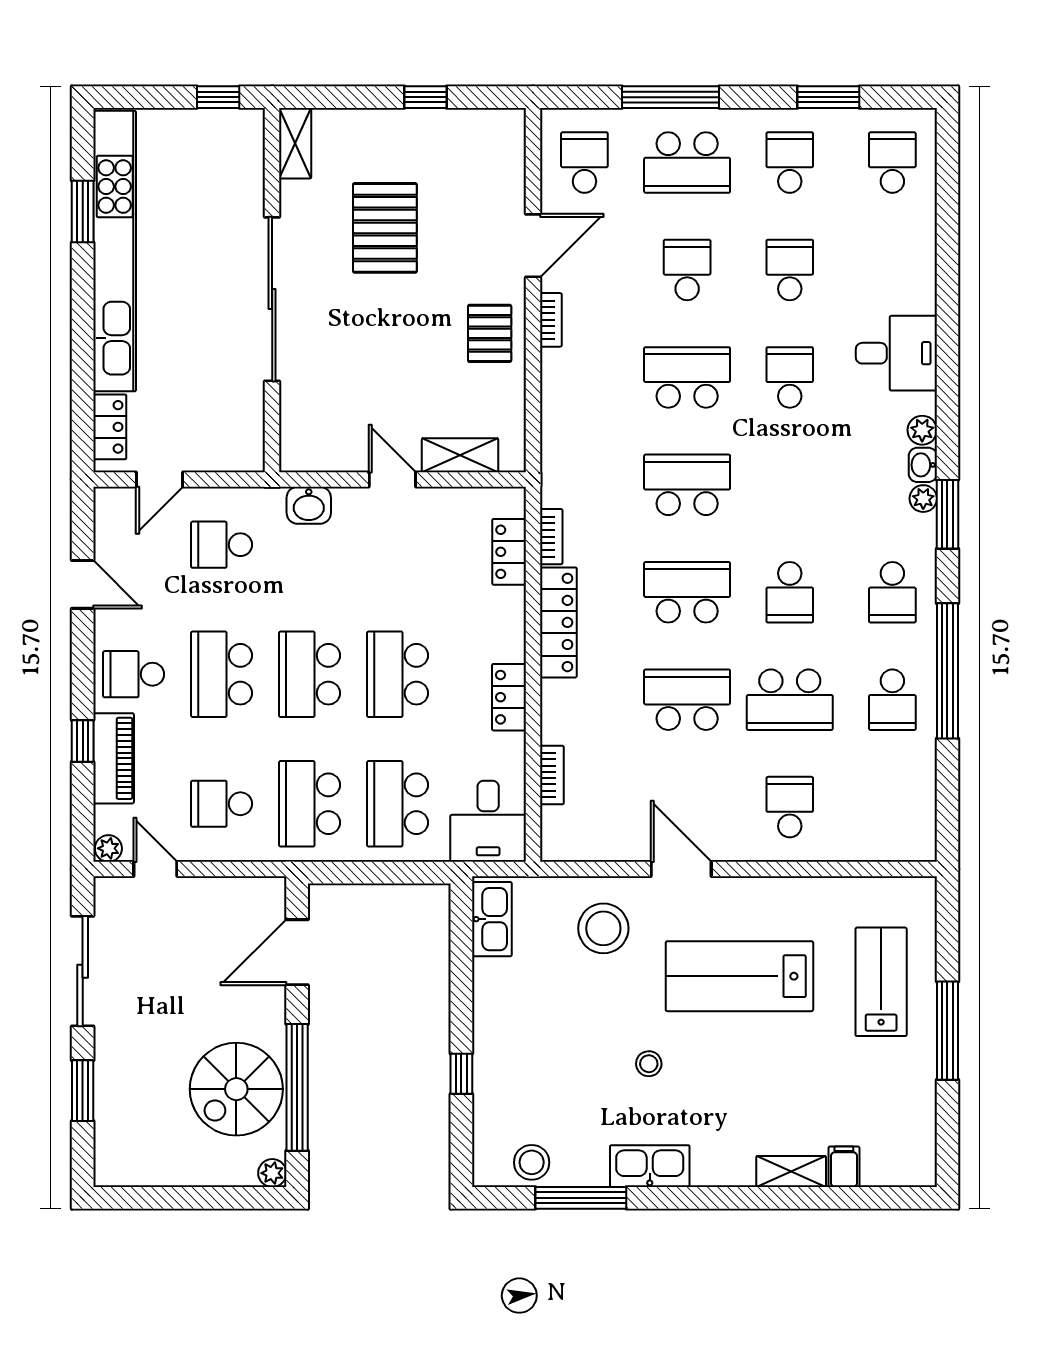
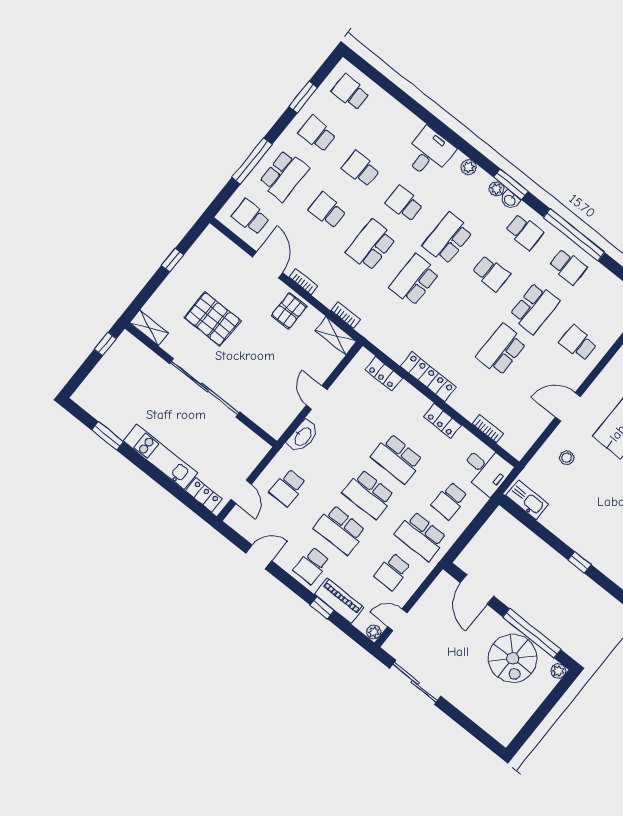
kitchen unit: (115, 251) -> (160, 457), width x0.54
pallet: (490, 333) -> (289, 311), turned 90
shelving: (460, 455) -> (336, 336), moved, turned 90
washbasin: (923, 465) -> (510, 200), moved
door: (392, 479) -> (317, 398), hinge flipped
washbasin: (309, 505) -> (303, 436), width x1.38
bookcase: (551, 537) -> (345, 315), moved
school desk: (687, 592) -> (448, 238), moved
school desk: (398, 804) -> (450, 501), width x0.54
stool: (603, 928) -> (567, 458), width x0.53, depth x0.53
window: (83, 1091) -> (464, 721), removed

